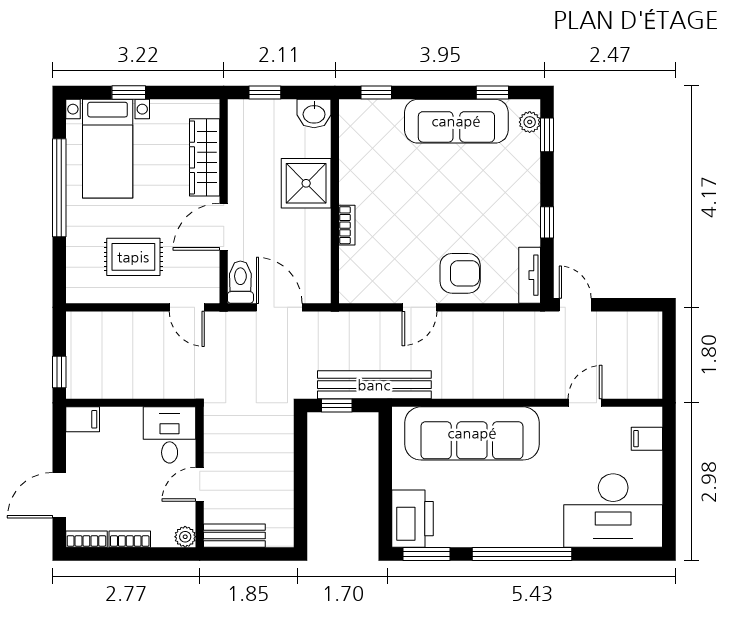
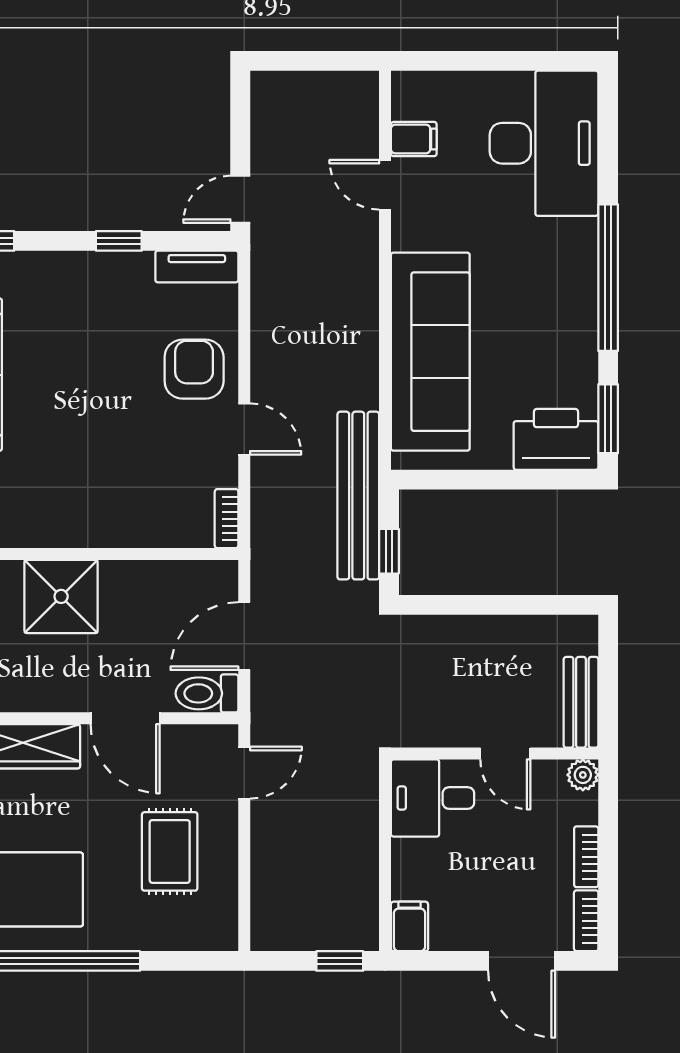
bookcase: (347, 225) -> (227, 519), moved, turned -90
filing cabinet: (647, 439) -> (414, 139), moved, turned -90

